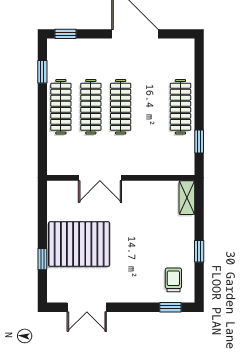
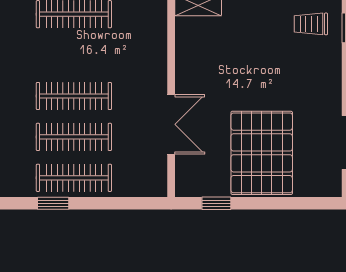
window: (42, 72) -> (53, 203), moved
window: (42, 259) -> (216, 203), moved

